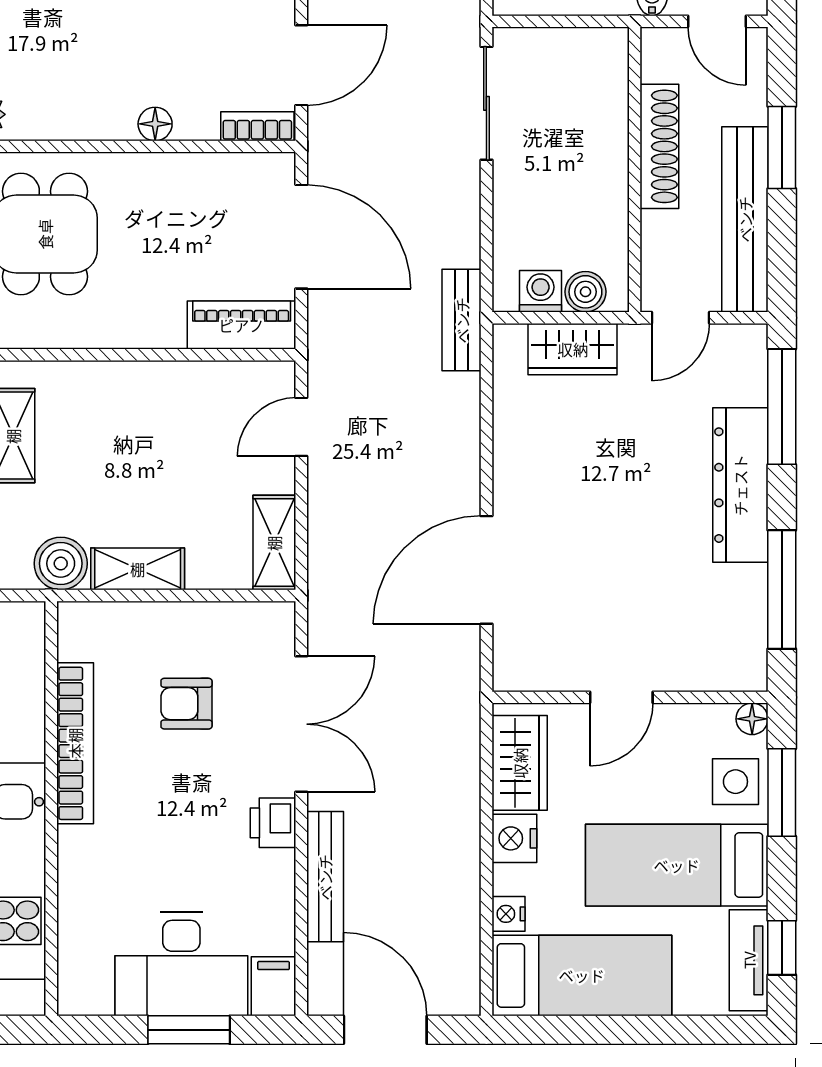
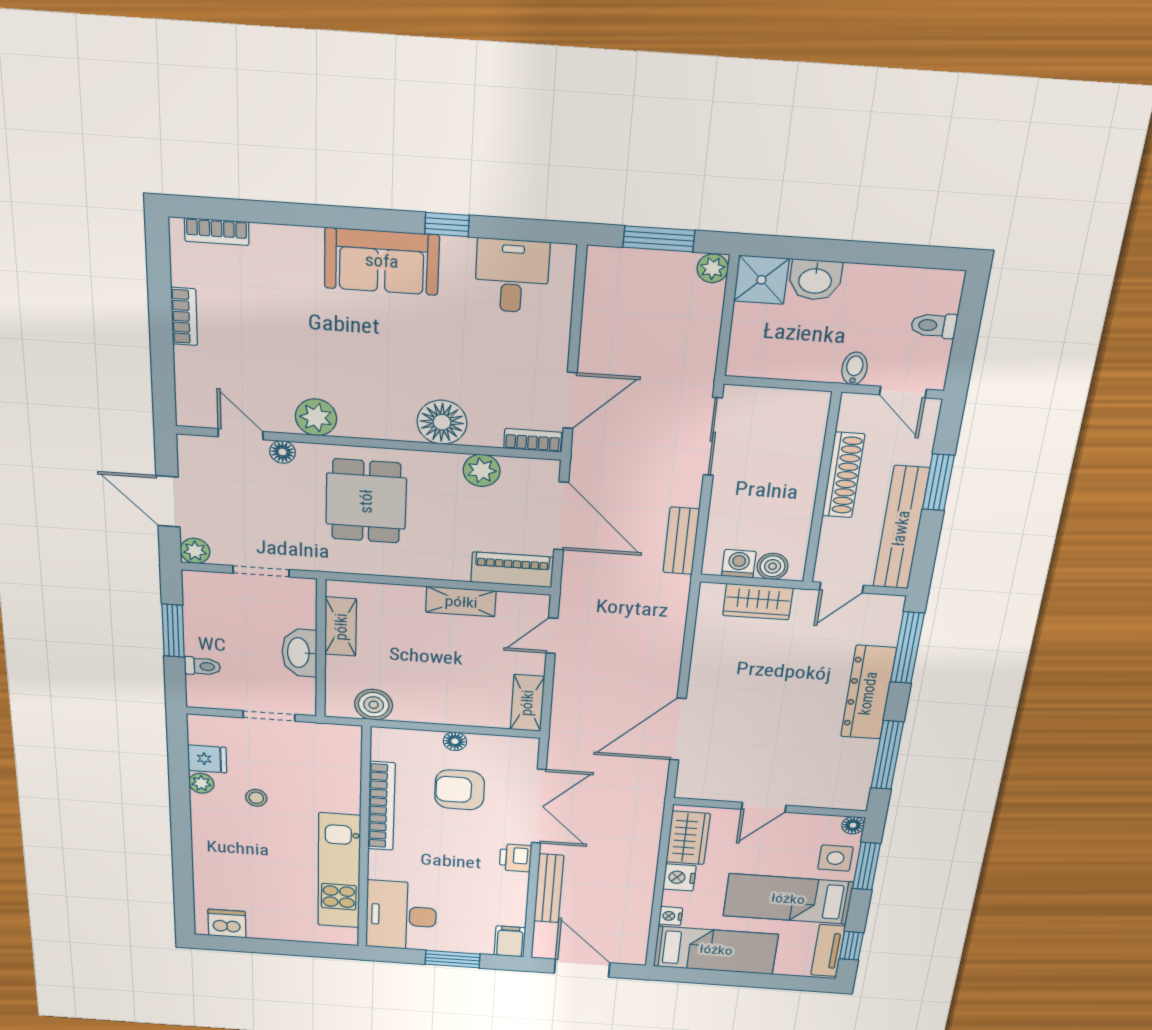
floor lamp: (155, 124) -> (442, 422), width x1.89, depth x1.89
plant: (194, 176) -> (482, 470), added
bench: (462, 320) -> (681, 541), moved
shelving: (138, 569) -> (461, 602), moved
floor lamp: (176, 617) -> (455, 741), added
armchair: (186, 704) -> (460, 790), width x1.38, depth x1.38
desk: (181, 964) -> (401, 916), moved, turned 90

